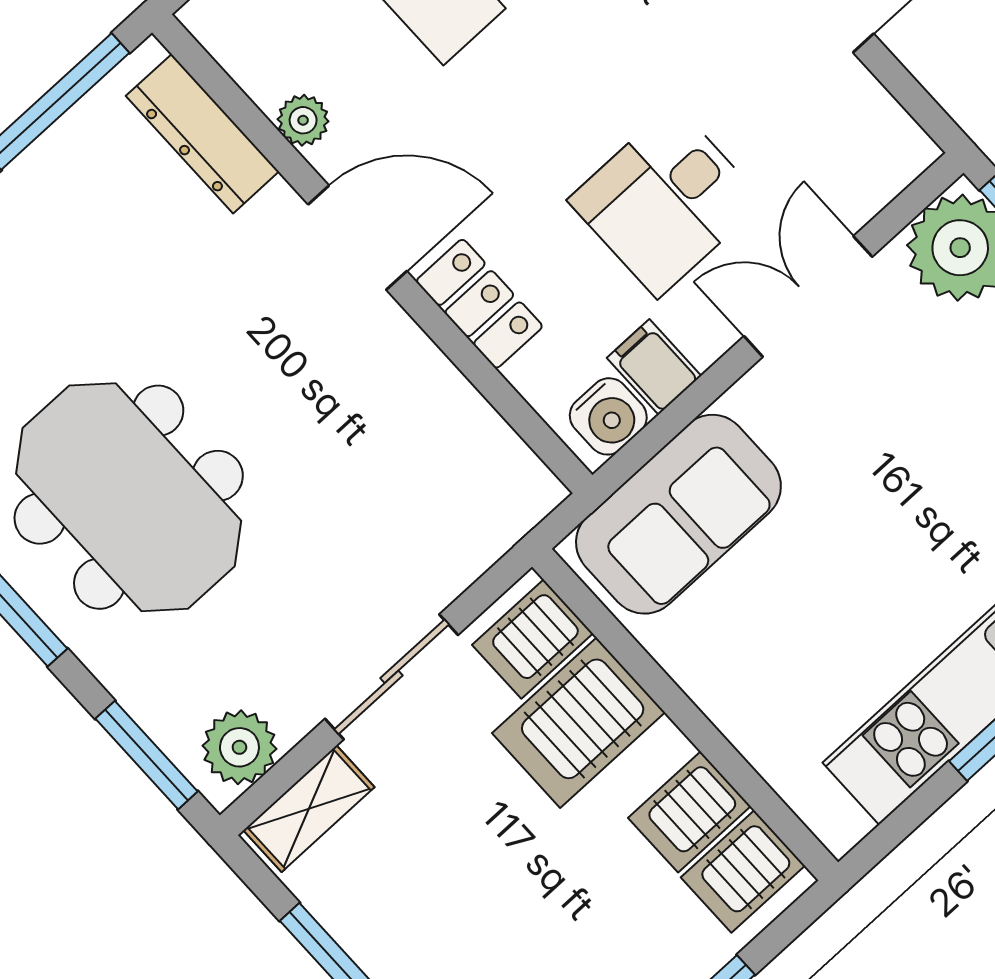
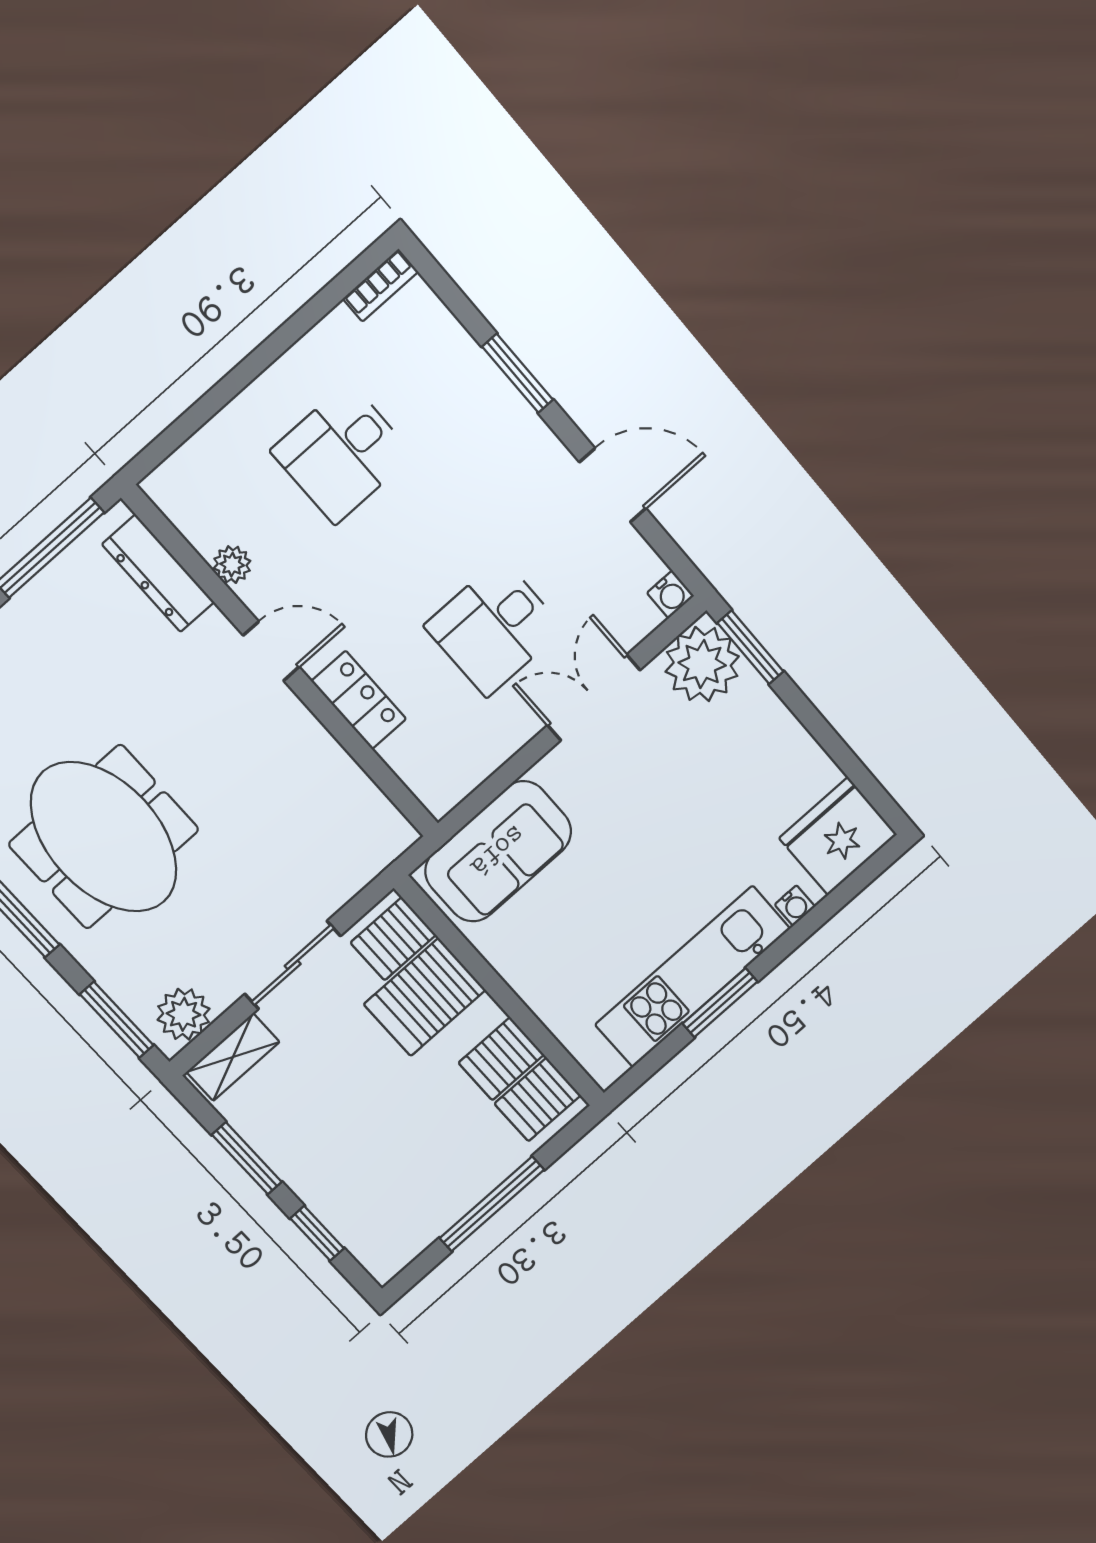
door: (358, 238) -> (271, 651), width x0.73
filing cabinet: (654, 367) -> (483, 747), removed
water cooler: (608, 416) -> (670, 594), moved, width x0.72, depth x0.72

